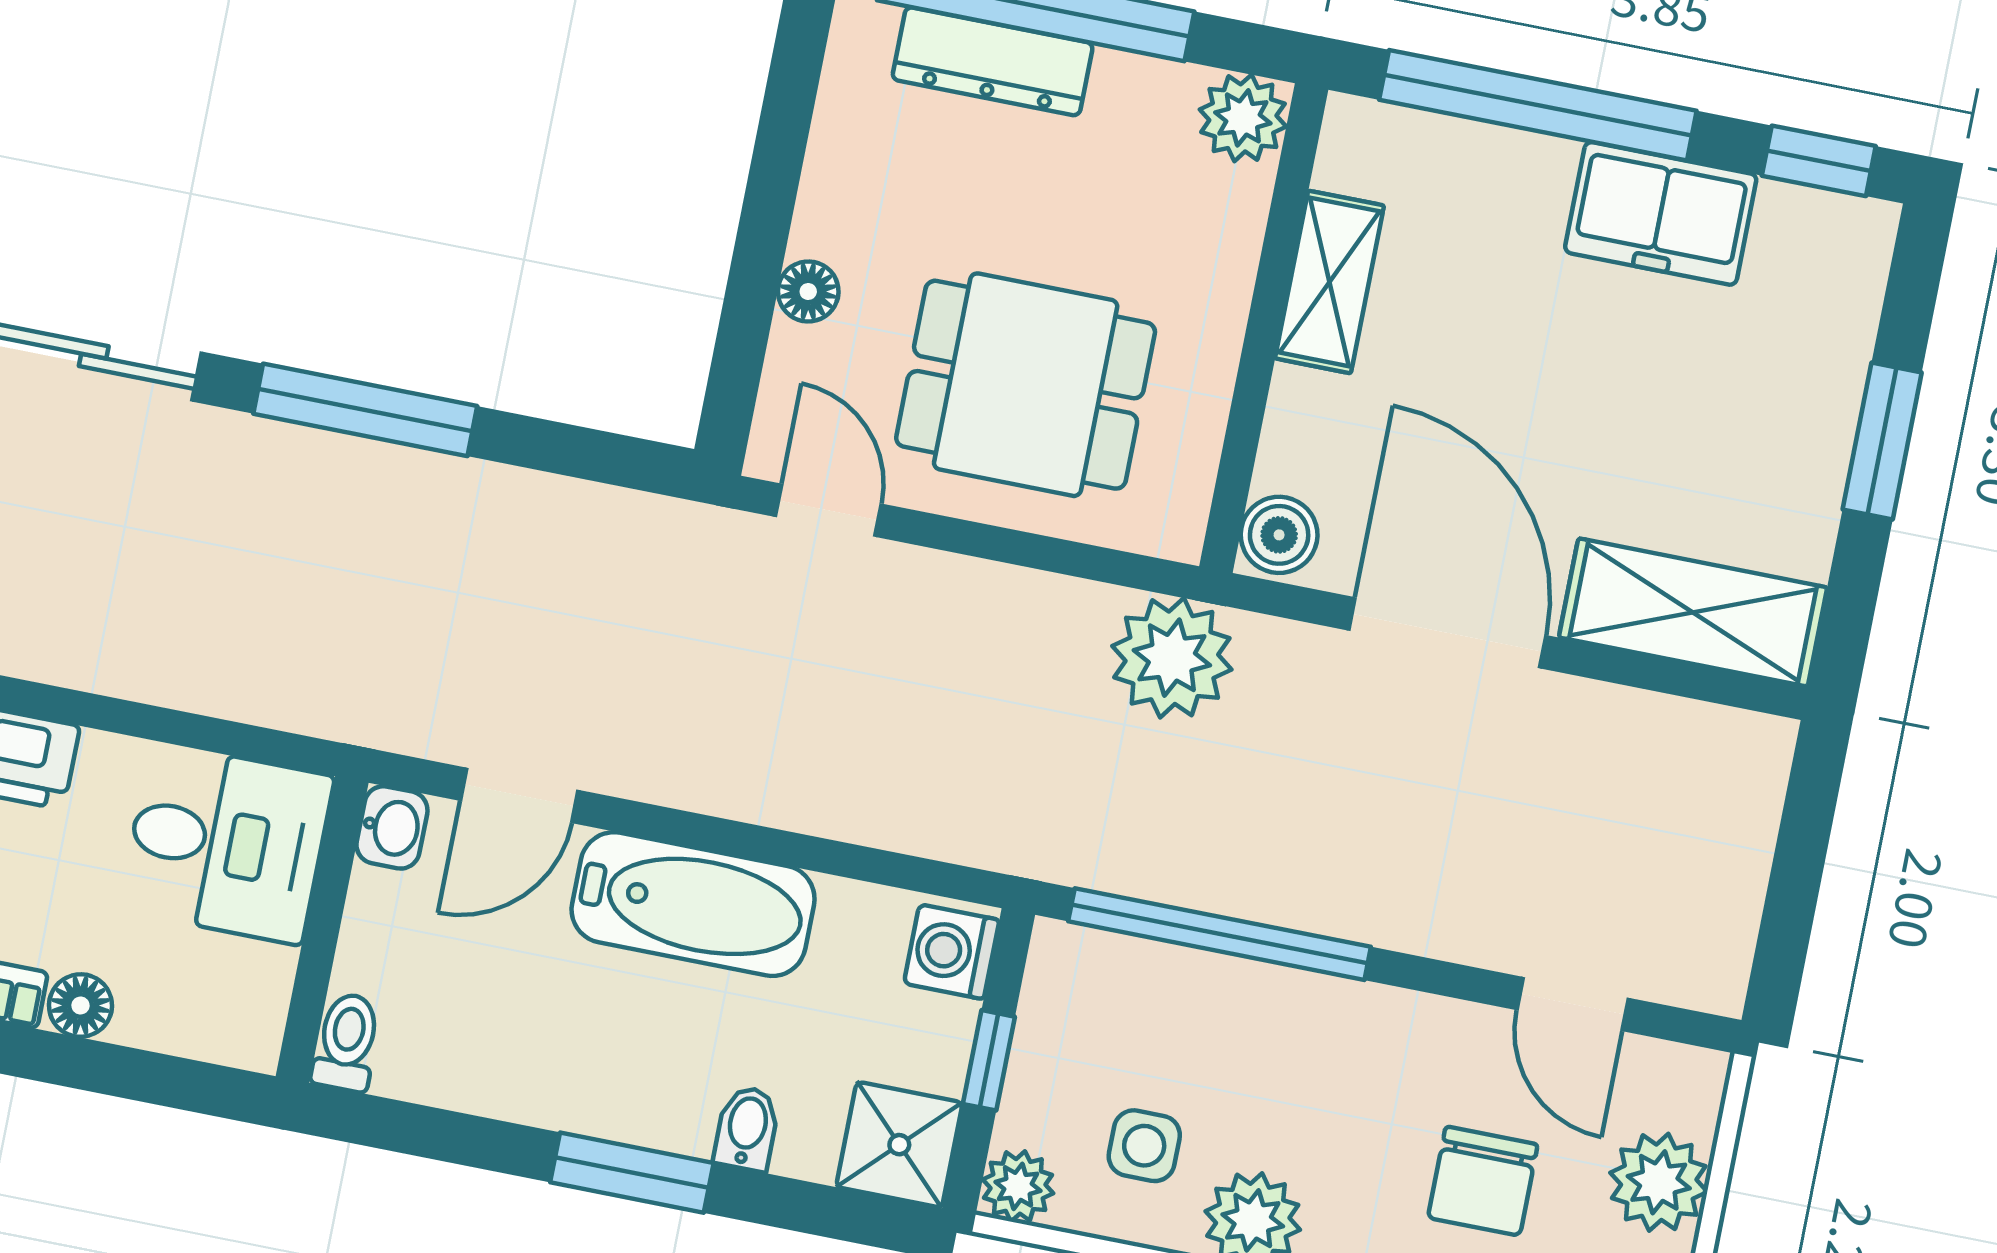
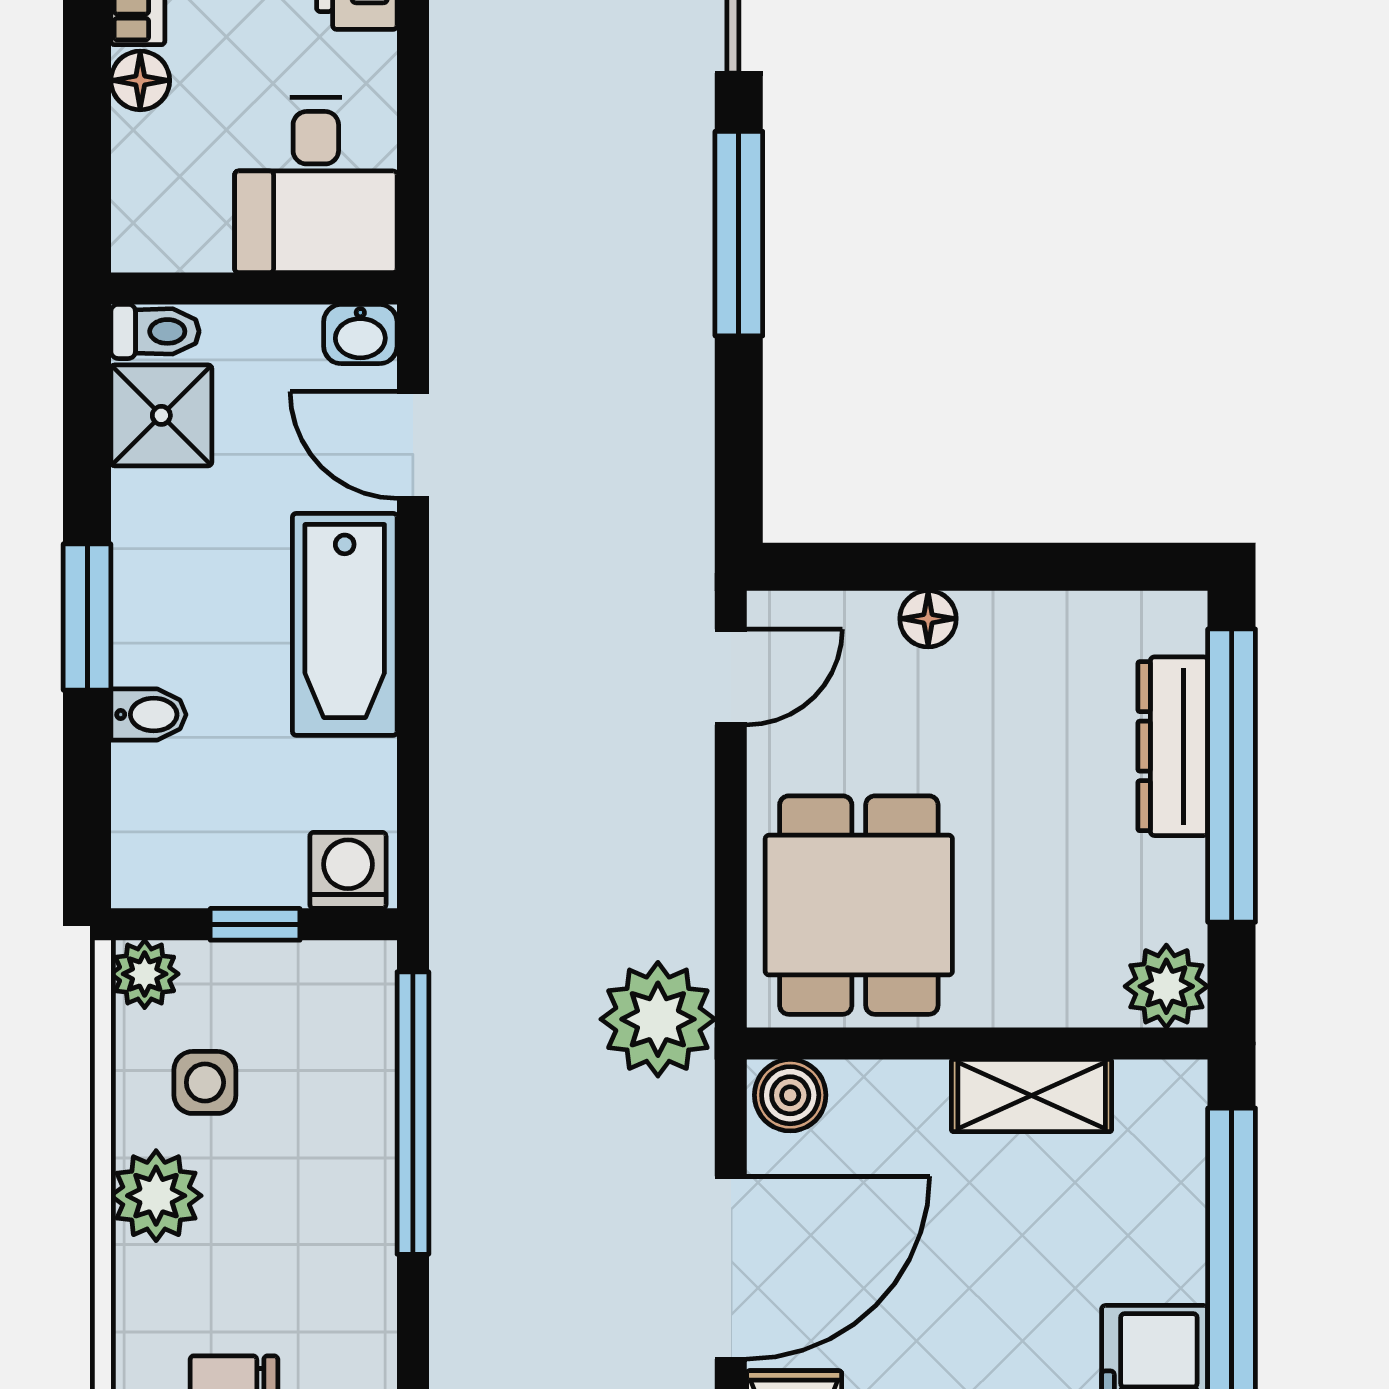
dining table: (1026, 385) -> (859, 905), moved
shower: (899, 1145) -> (161, 415), moved

